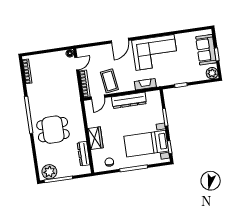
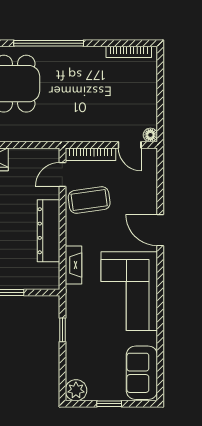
sofa: (206, 50) -> (142, 373), moved, turned -90
door: (98, 97) -> (62, 175), hinge flipped

